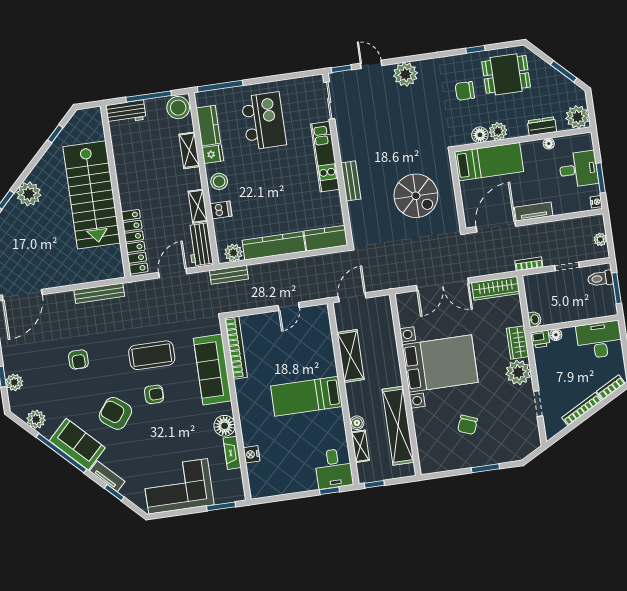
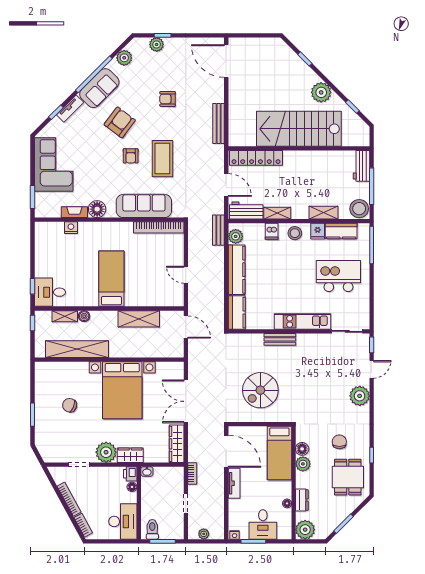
kitchen island: (264, 121) -> (338, 276), turned 180
plant: (29, 194) -> (321, 92), moved
toilet: (600, 278) -> (152, 529), moved

